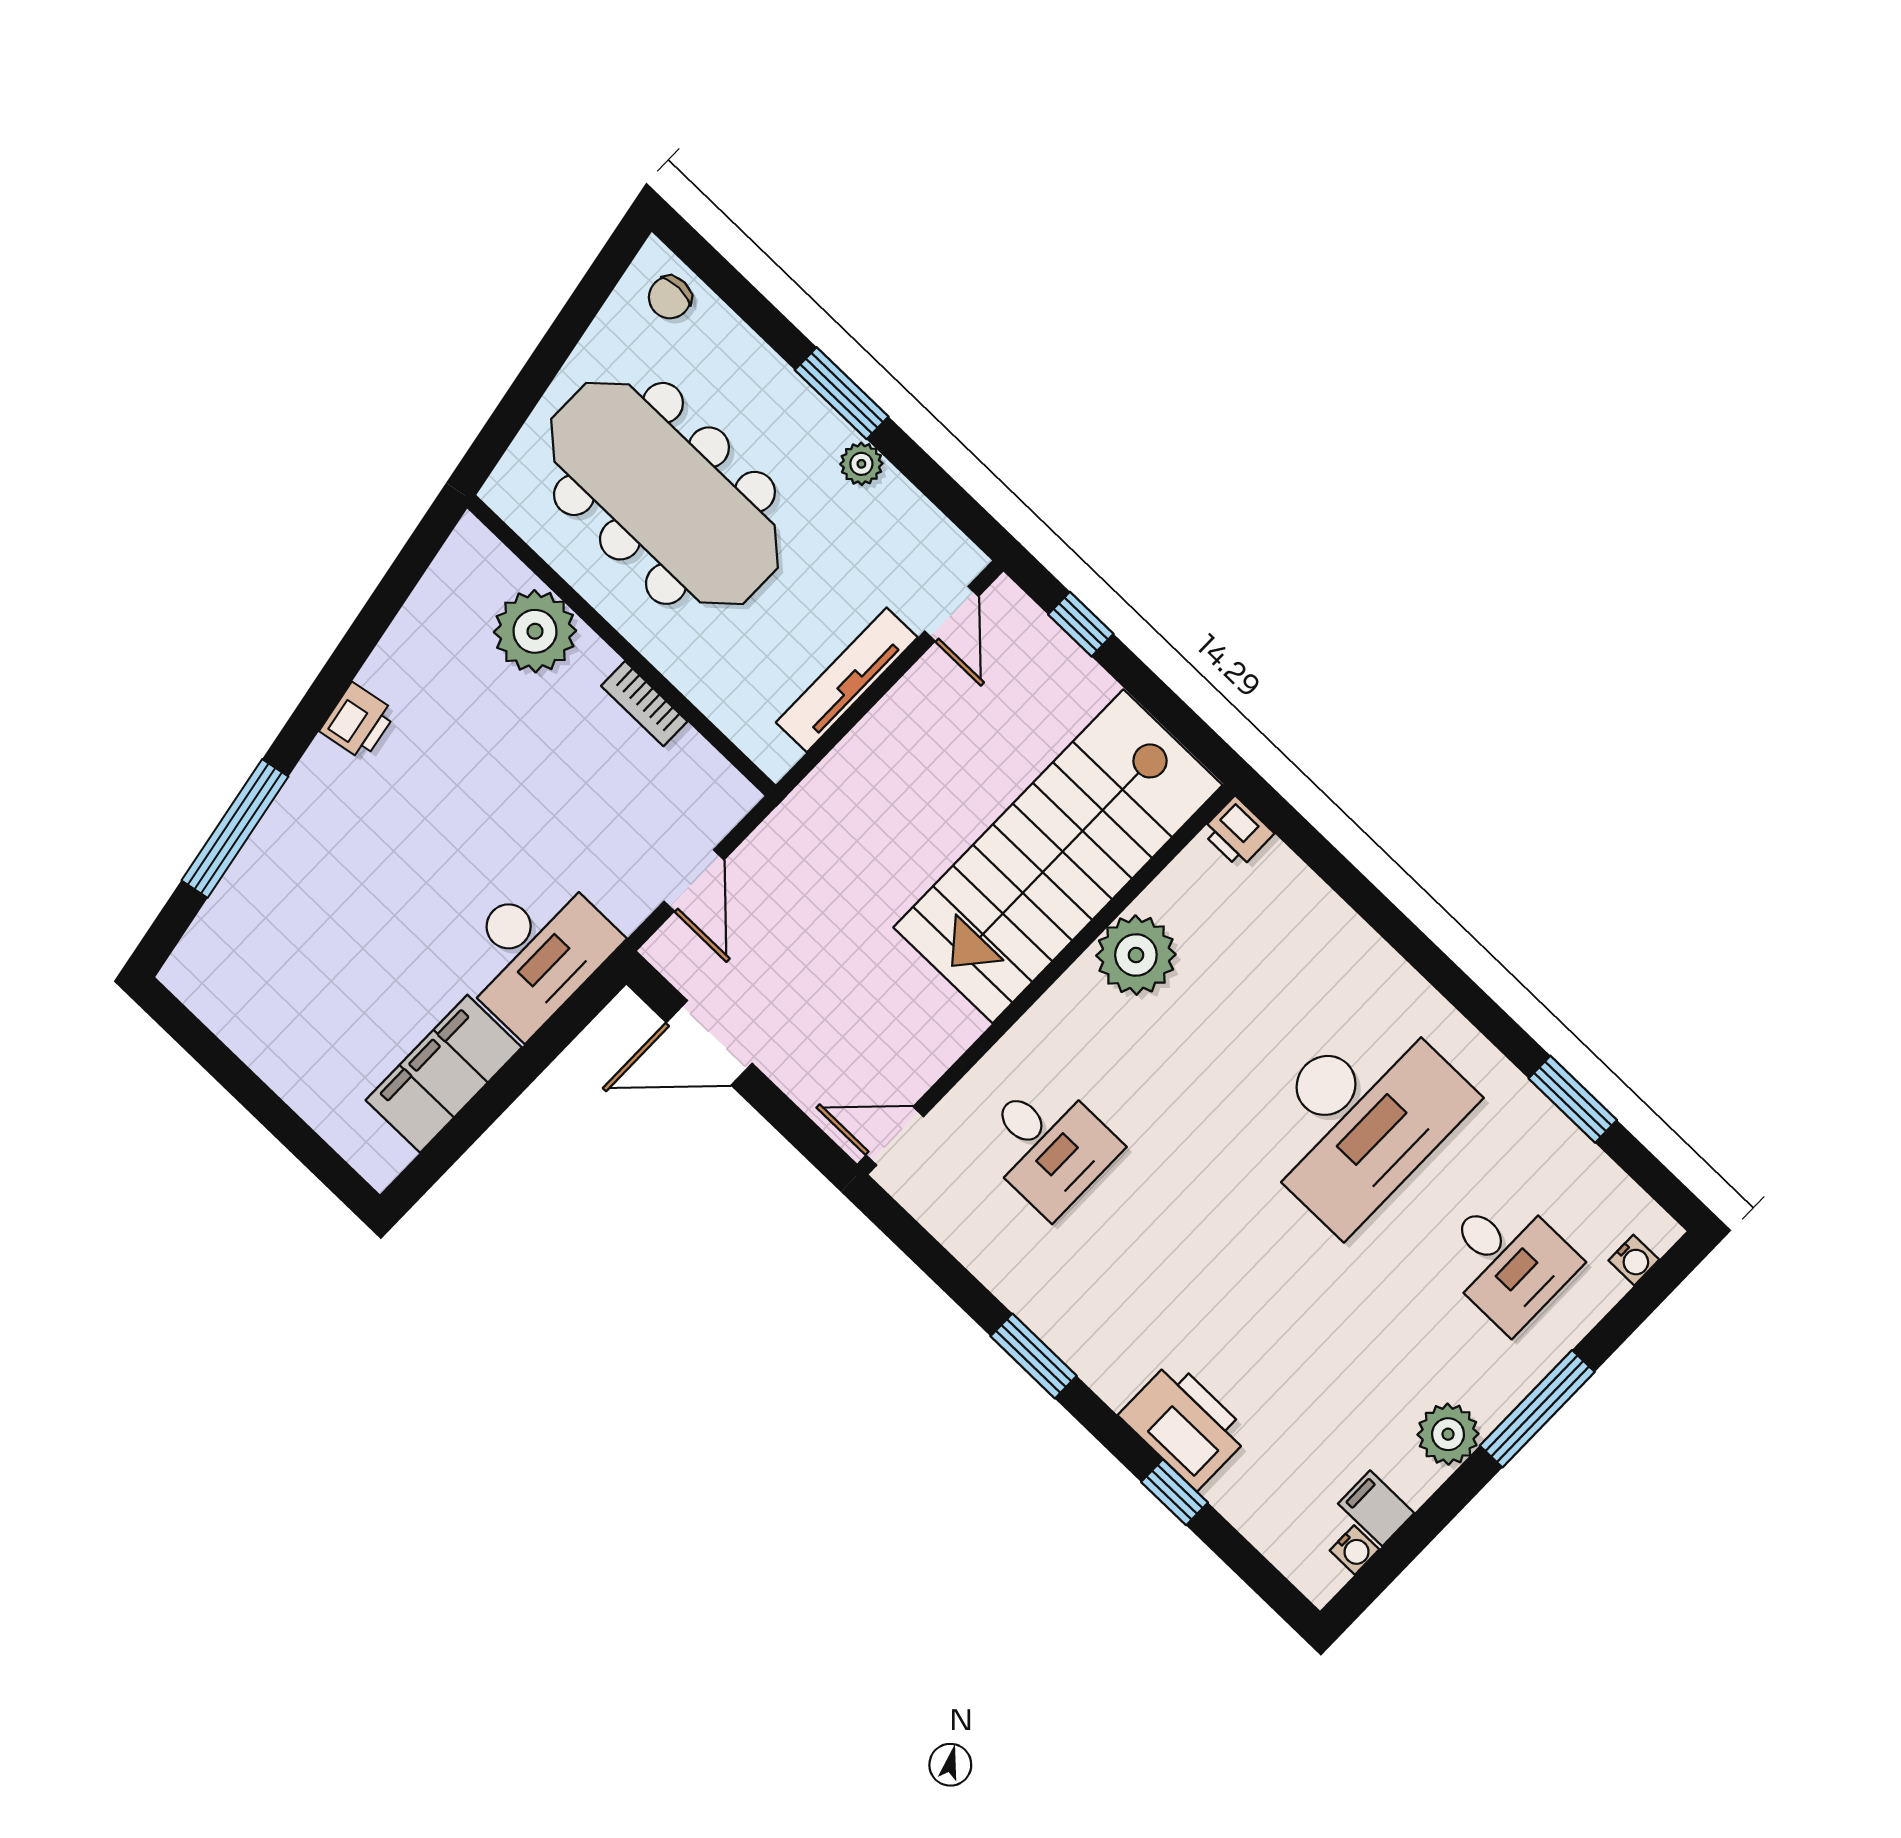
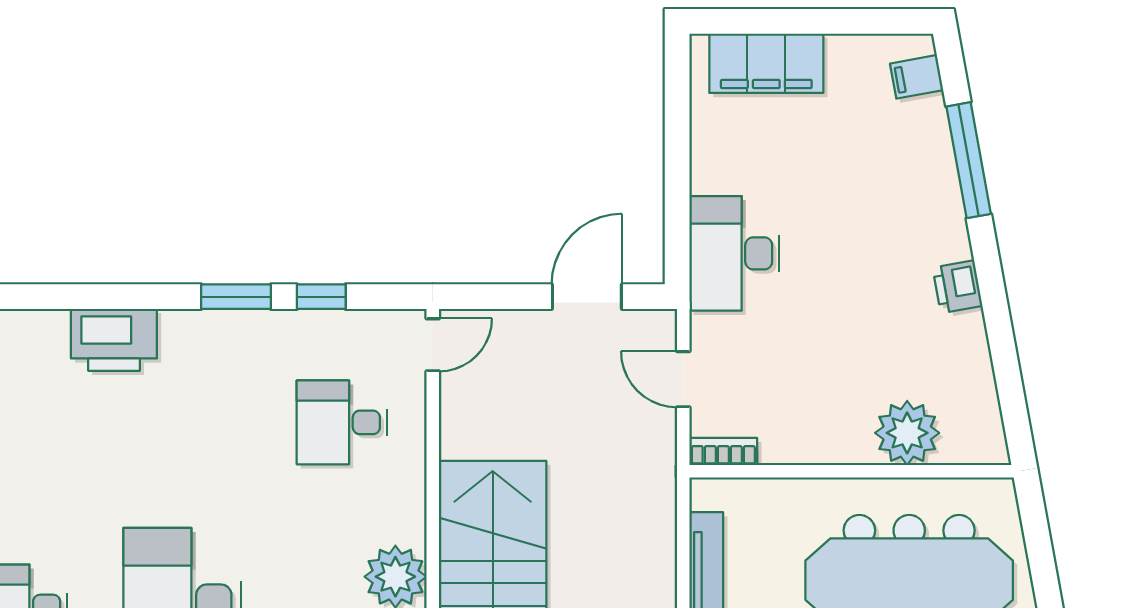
bookcase: (644, 704) -> (723, 452), moved
filing cabinet: (209, 952) -> (917, 77), added
filing cabinet: (444, 1074) -> (766, 63), moved, turned 90
window: (1175, 1492) -> (321, 297), moved

